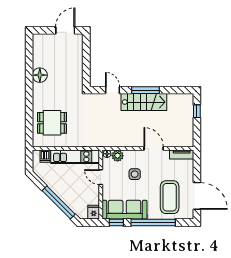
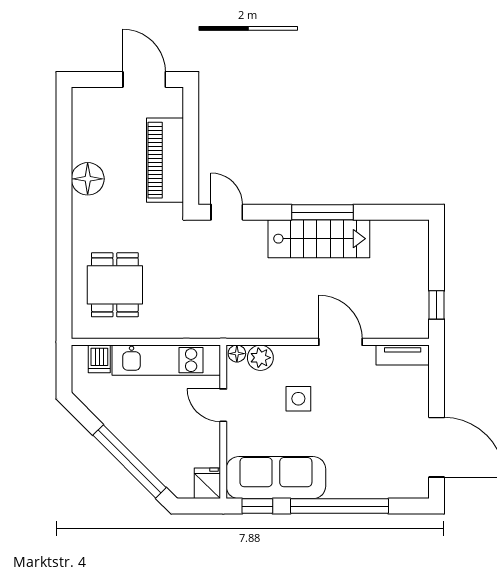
door: (65, 30) -> (144, 79), hinge flipped
piano: (75, 67) -> (165, 160), added
door: (113, 90) -> (227, 212), moved
window: (197, 111) -> (437, 305), moved
dining table: (52, 123) -> (115, 285), turned 90
coffee table: (170, 197) -> (376, 450), removed

